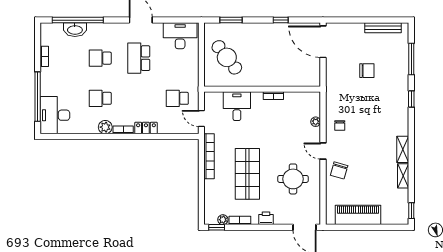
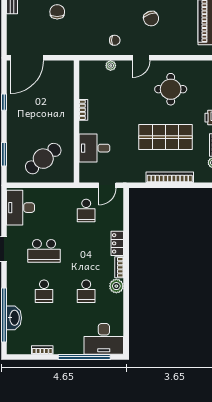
bookcase: (209, 156) -> (170, 177), moved
chair: (339, 170) -> (151, 19), moved, turned 55

